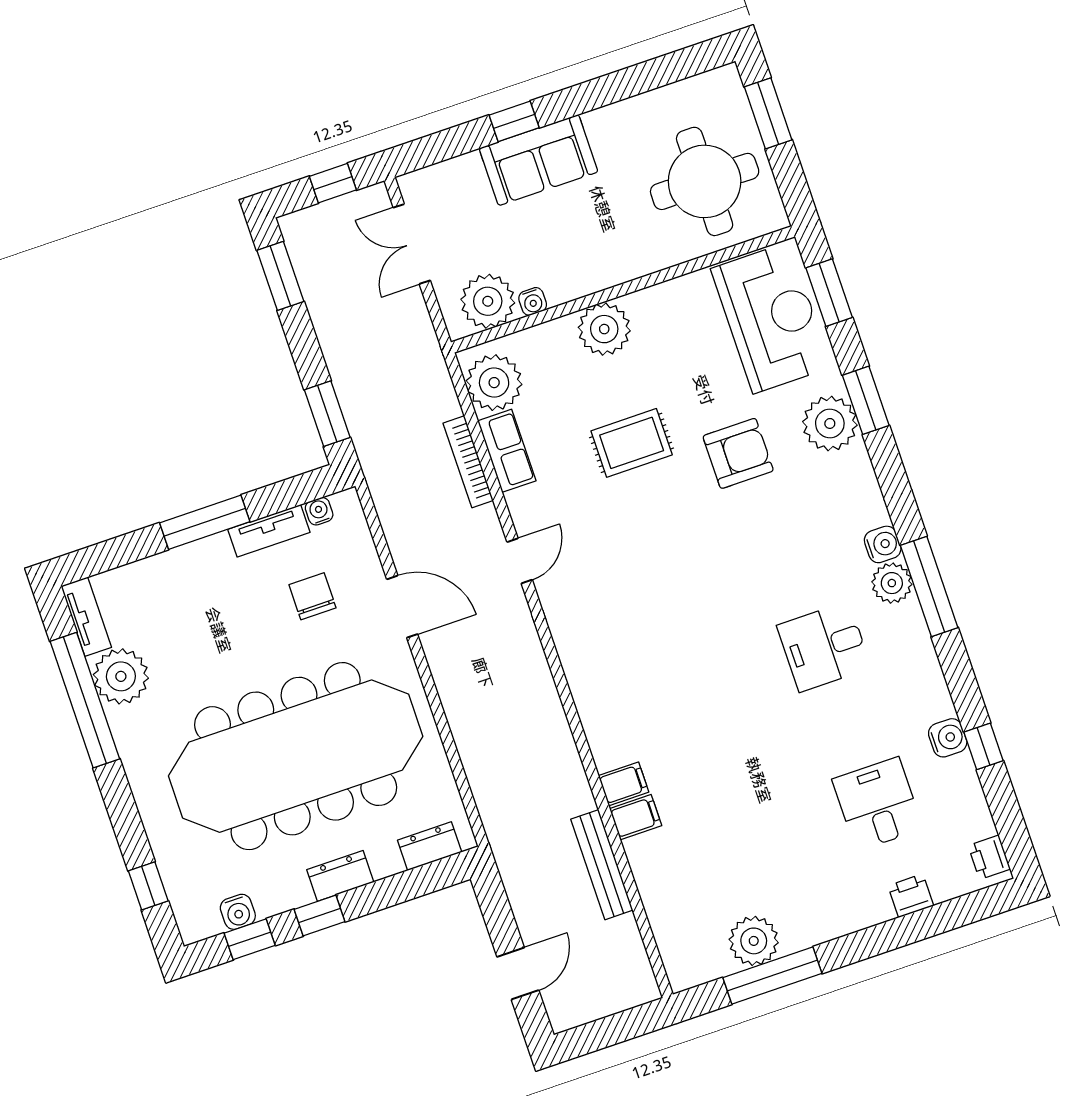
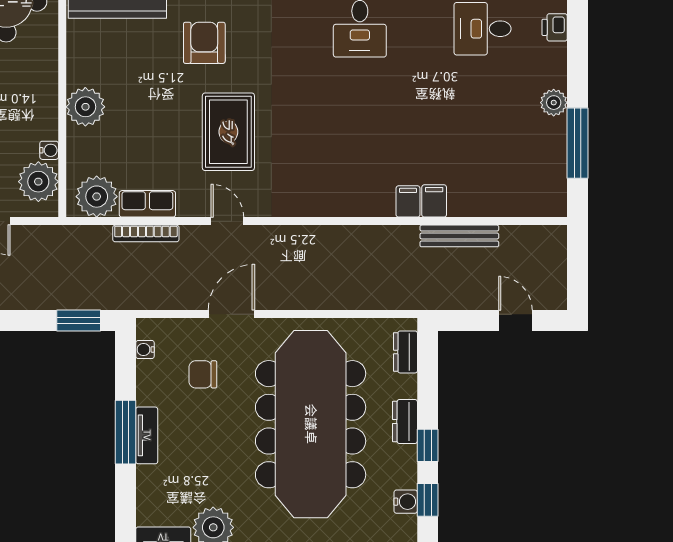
rug: (632, 443) -> (228, 132), moved, width x1.36, depth x1.43
tv unit: (269, 531) -> (147, 435), moved
plant: (754, 941) -> (554, 103), moved, width x0.73, depth x0.73

